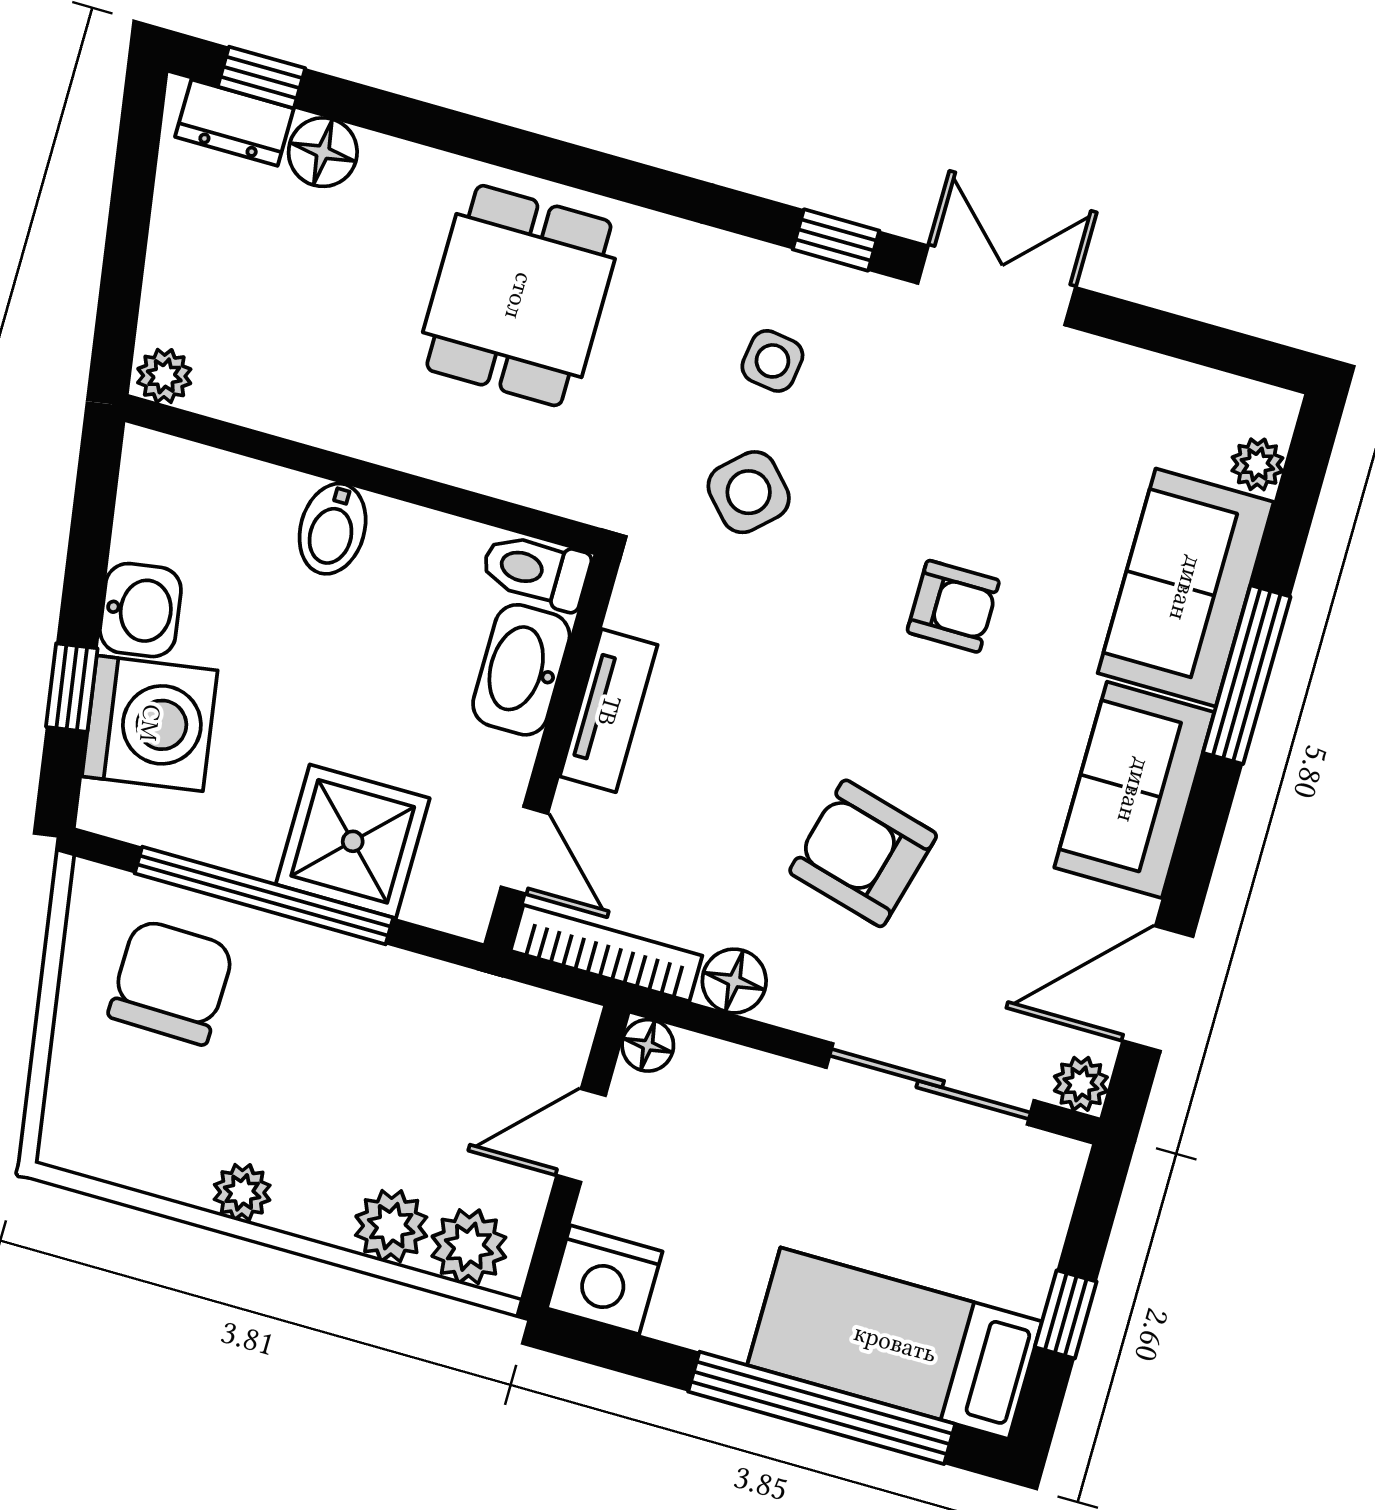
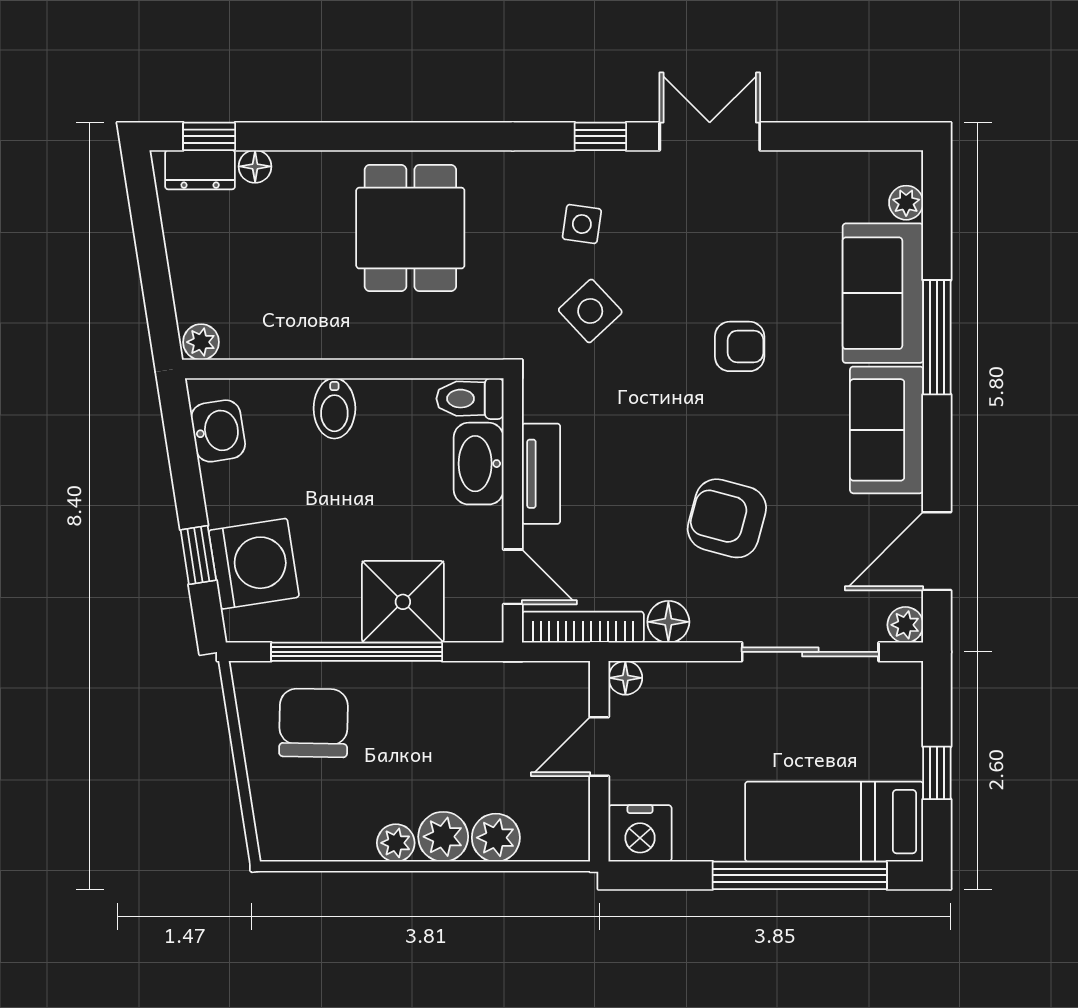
floor lamp: (323, 152) -> (255, 166), width x0.73, depth x0.73
washbasin: (140, 610) -> (218, 431), moved
plant: (469, 1247) -> (443, 837), moved

